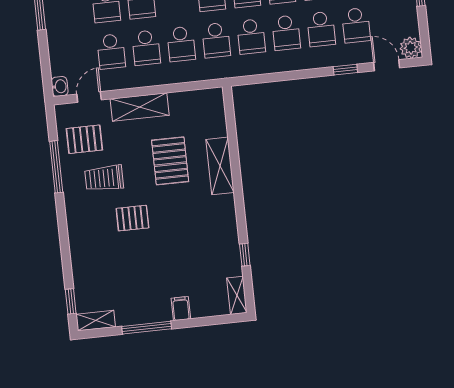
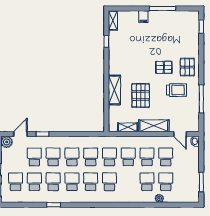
door: (387, 65) -> (20, 134), swing flipped
door: (89, 97) -> (180, 134), hinge flipped
pallet: (84, 139) -> (187, 67), moved, turned 90
shelving: (96, 321) -> (128, 127), moved

